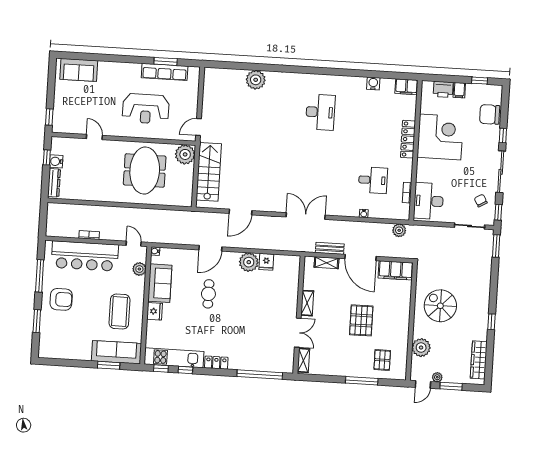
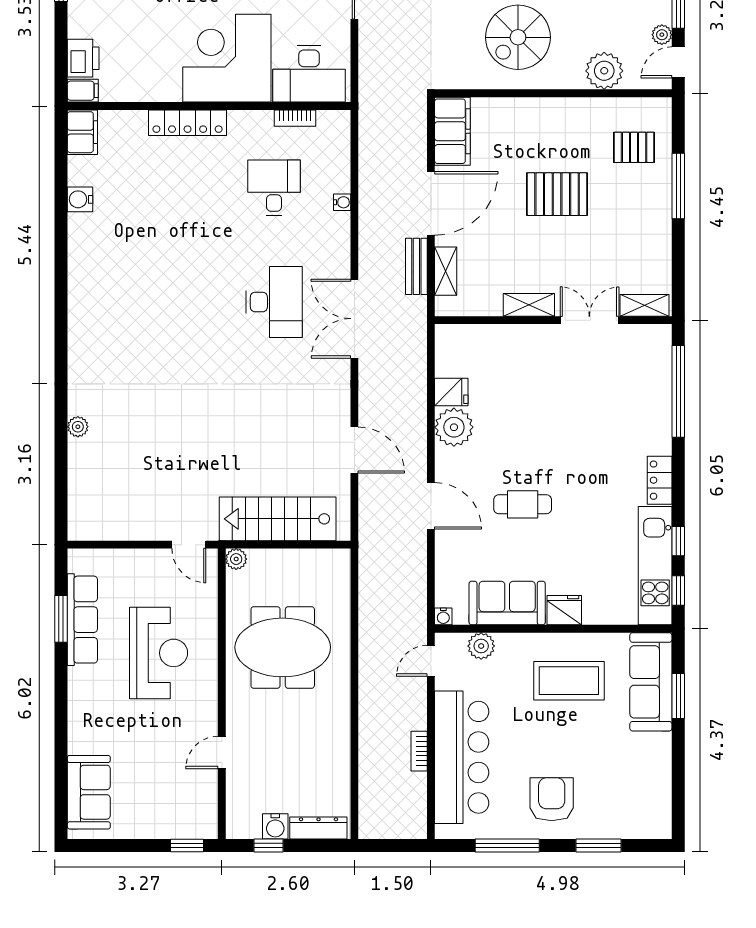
plant: (256, 80) -> (78, 427), width x0.53, depth x0.53
filing cabinet: (459, 90) -> (83, 91), moved
desk: (320, 112) -> (274, 302), moved, turned 90
corner desk: (440, 137) -> (227, 58), moved
plant: (185, 154) -> (236, 559), width x0.53, depth x0.53
plant: (399, 230) -> (372, 129), removed
door: (423, 385) -> (678, 62), swing flipped

